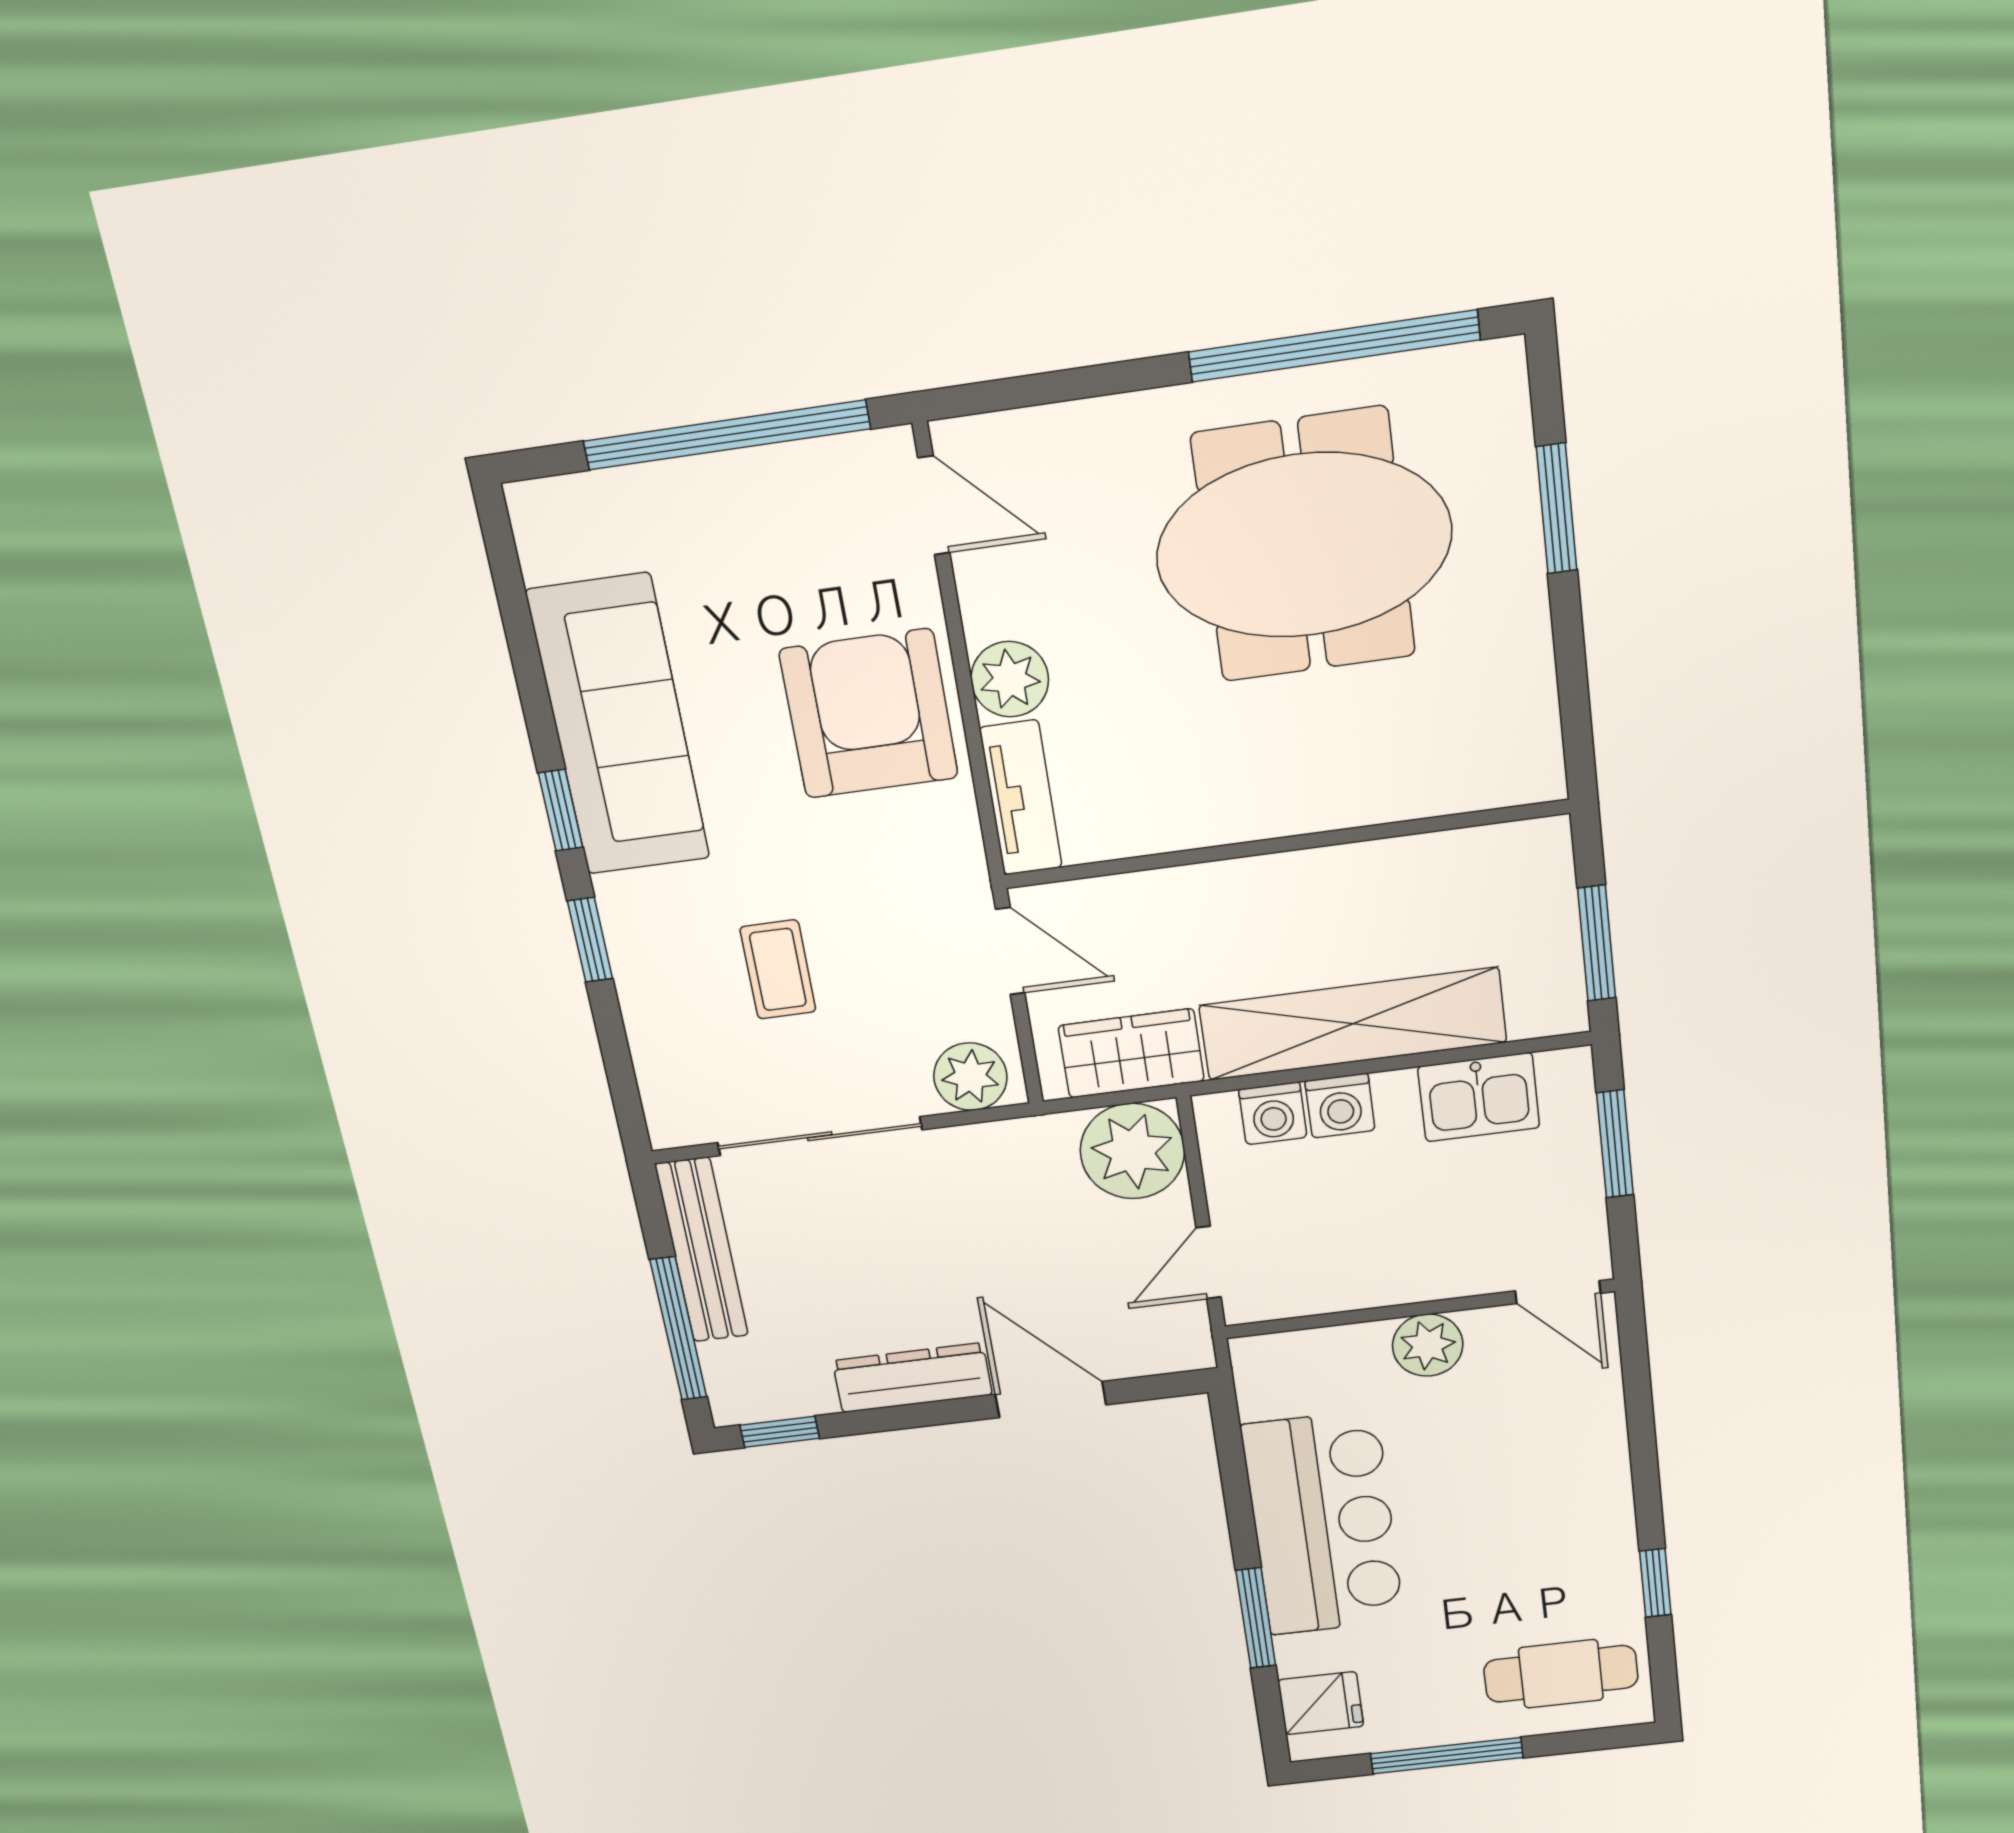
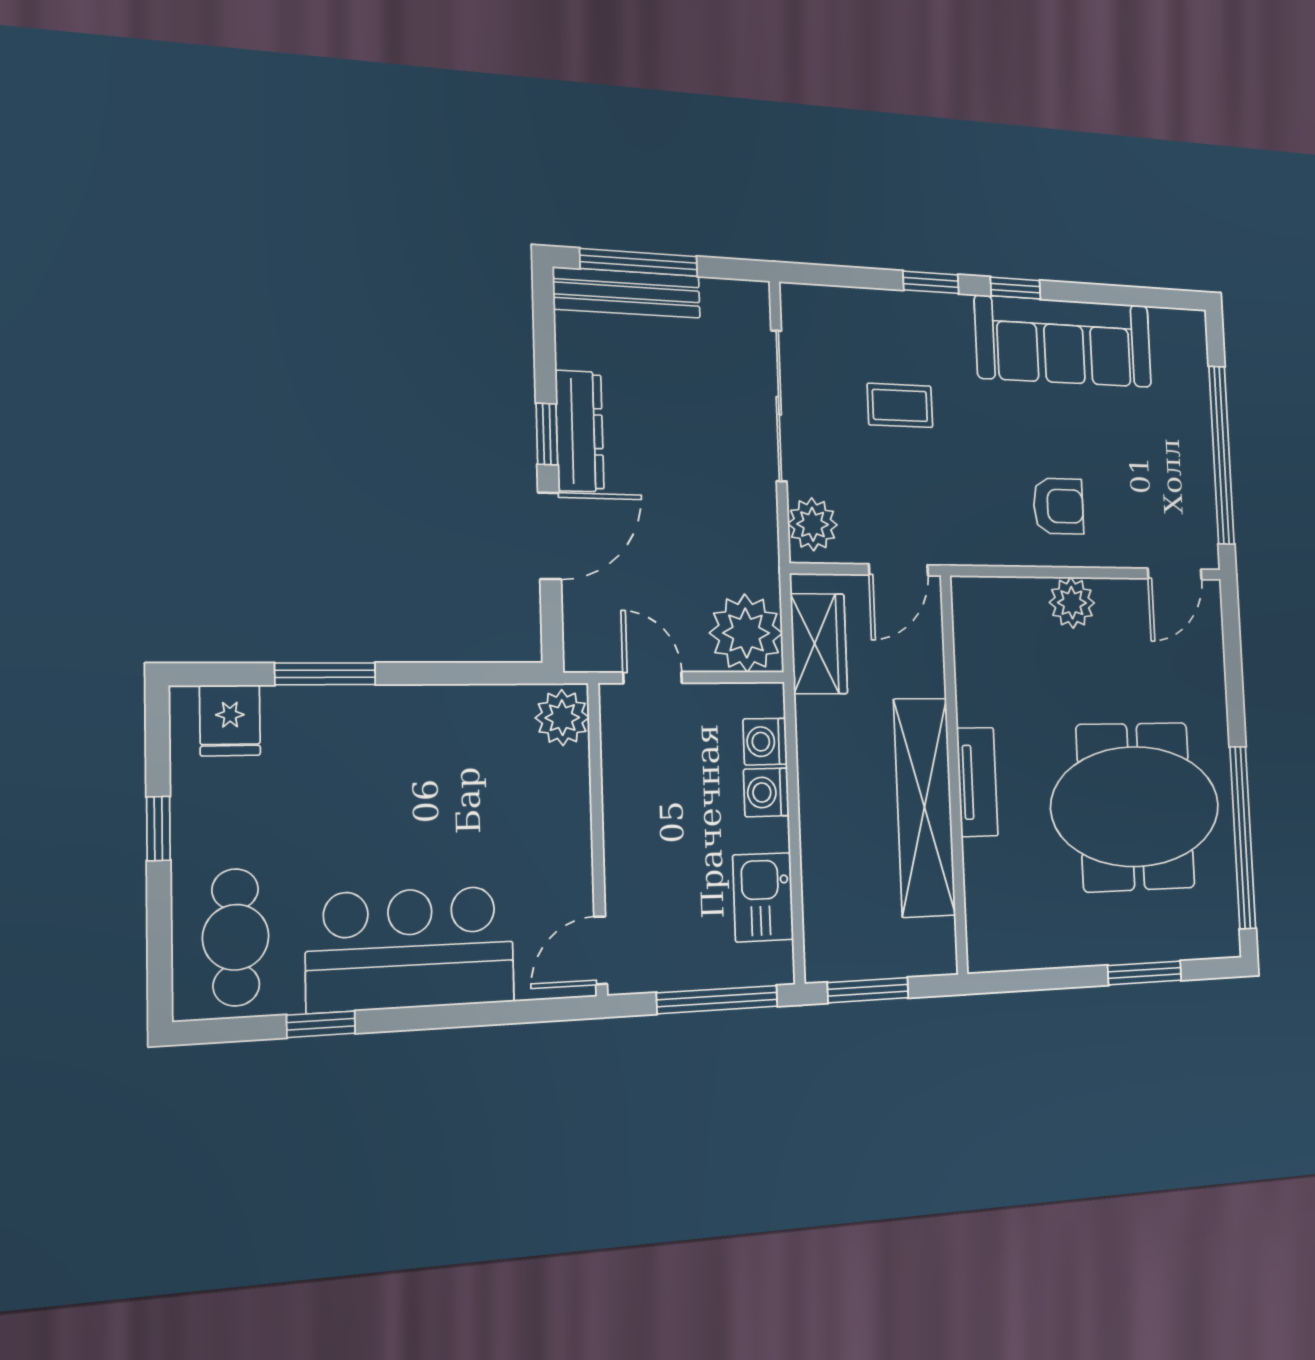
meeting table: (1304, 545) -> (1136, 807), turned 90
armchair: (869, 714) -> (1058, 506), width x0.53, depth x0.53
tv unit: (1021, 798) -> (977, 782), moved, turned -90
shelving: (1353, 1024) -> (924, 807), moved
window: (1615, 1144) -> (717, 1000), width x1.44
bench: (702, 1250) -> (627, 292), moved
plant: (1428, 1345) -> (562, 718), moved
window: (780, 1432) -> (547, 434), moved
bar counter: (1323, 1524) -> (411, 949), moved, turned 180
window: (1447, 1756) -> (158, 829), width x0.46

